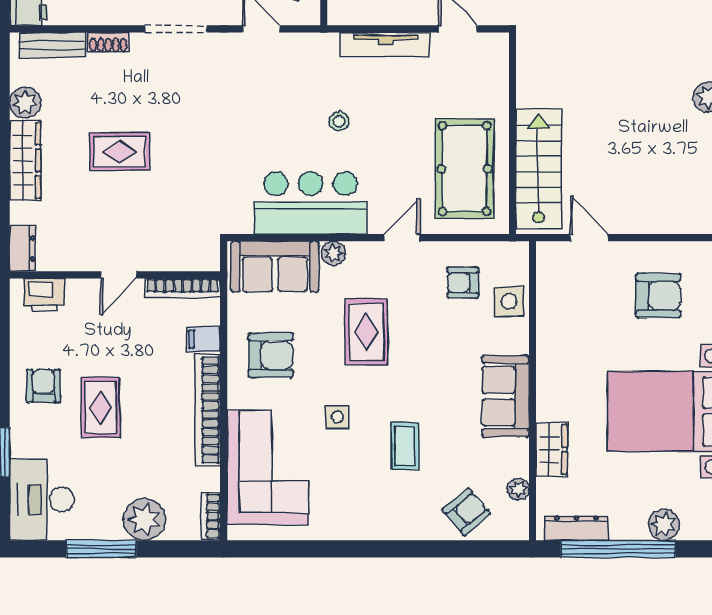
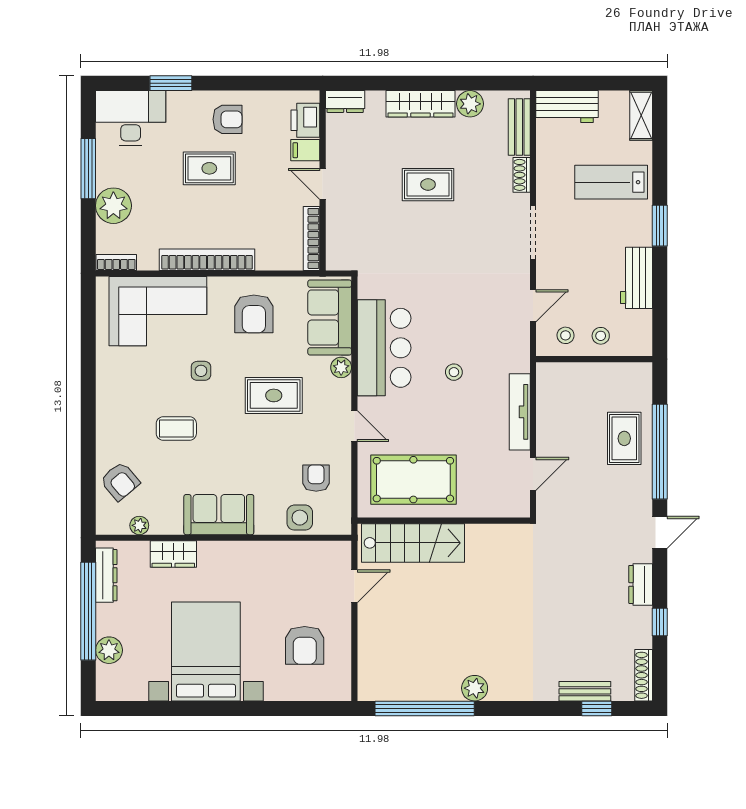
rug: (120, 152) -> (428, 185), turned 90
filing cabinet: (203, 339) -> (305, 150), moved, turned -90

